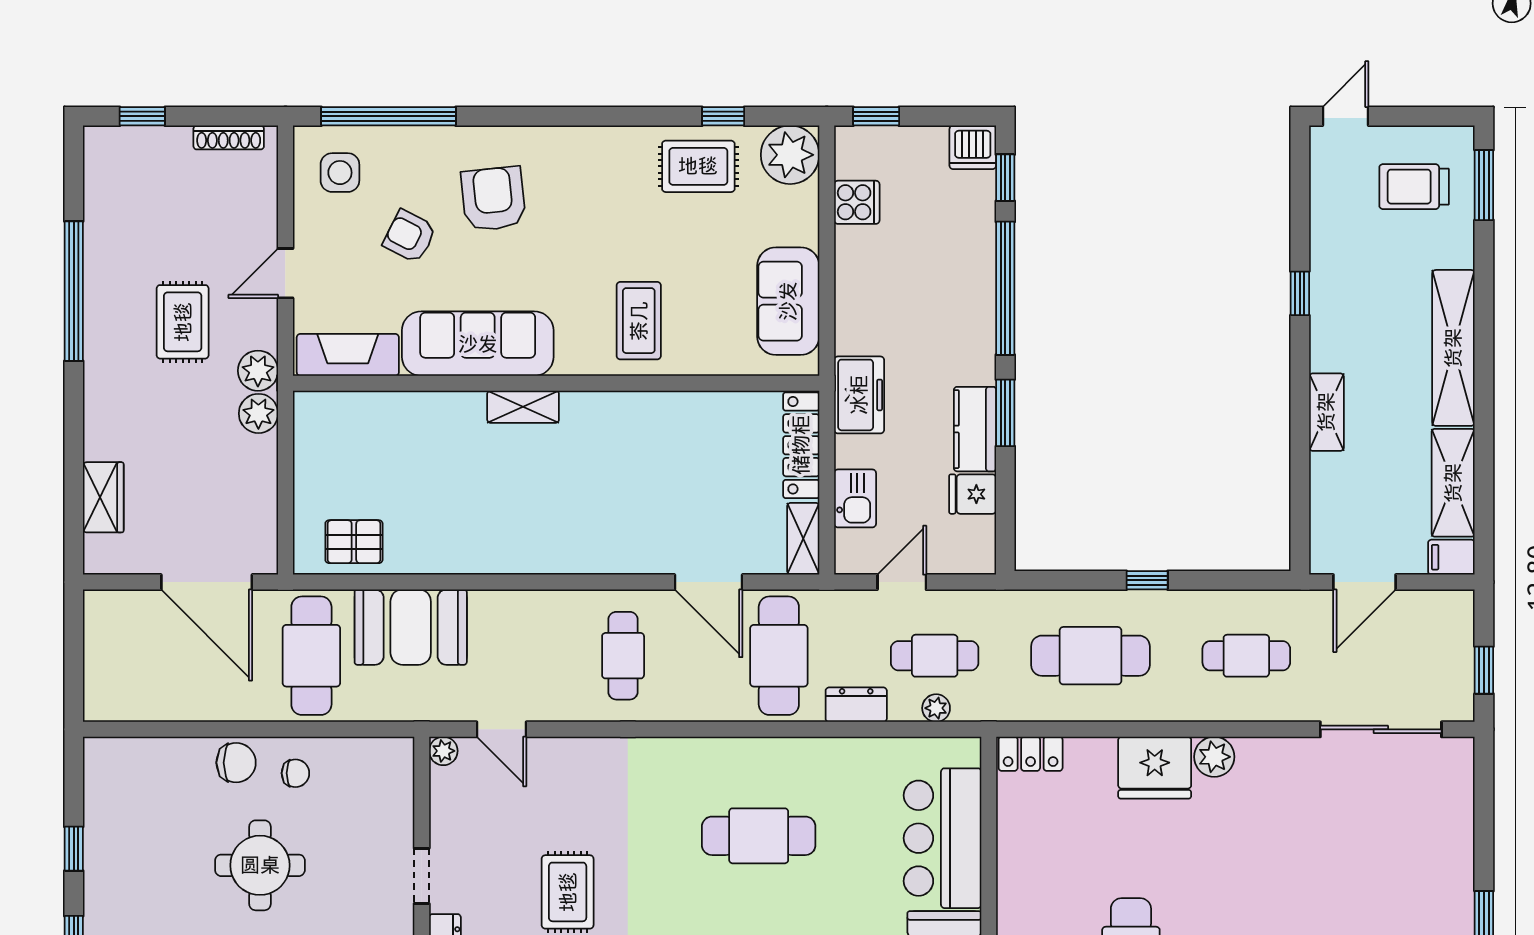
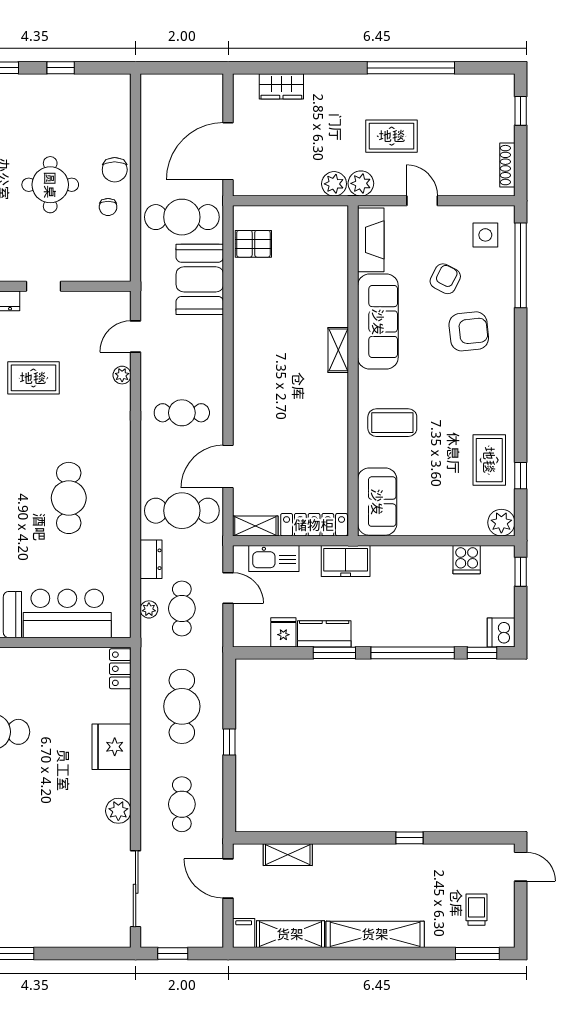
plant: (790, 155) -> (501, 523), width x0.73, depth x0.73
trolley: (1414, 187) -> (476, 910), width x0.73, depth x0.72
sofa: (788, 301) -> (377, 502), moved, turned 90
shelving: (1326, 412) -> (288, 855), moved
kitchen sink: (855, 498) -> (274, 559), width x1.38
pallet: (354, 542) -> (253, 244), turned 90
plant: (443, 751) -> (122, 375), moved
plant: (1214, 757) -> (118, 811), moved

